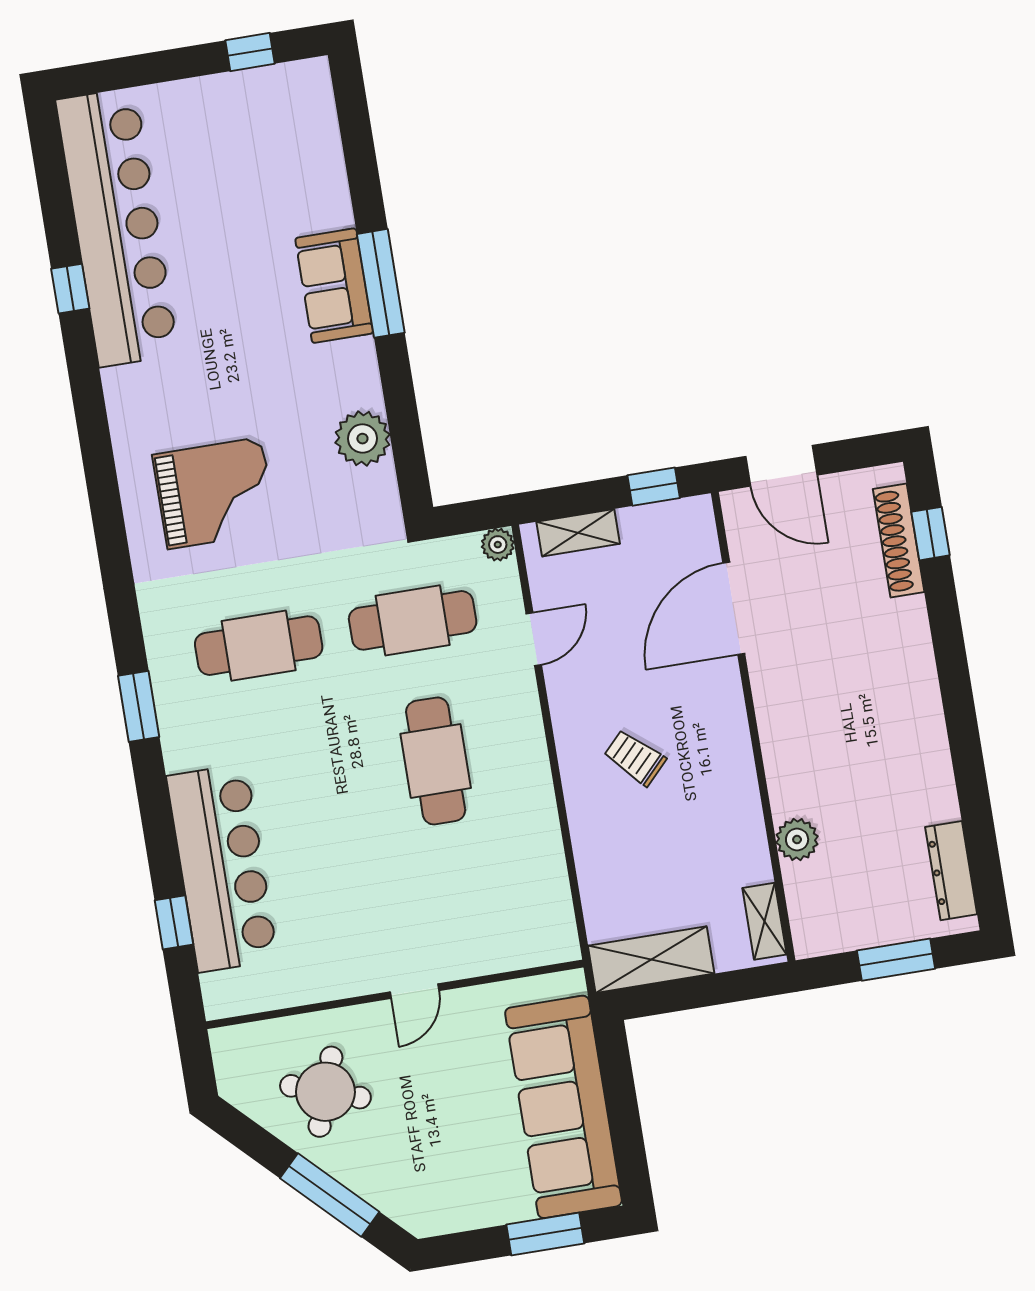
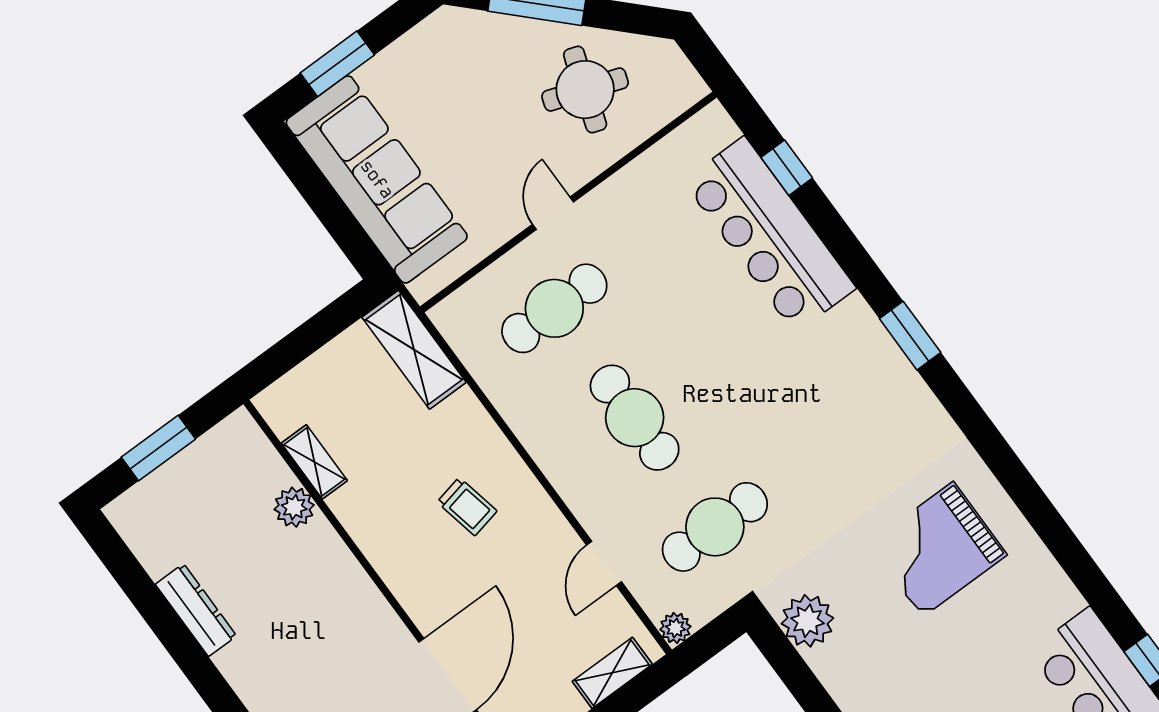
plant: (362, 439) -> (808, 621), moved
cafe table: (259, 646) -> (554, 308), moved
trolley: (635, 758) -> (467, 507), turned 34
dresser: (951, 871) -> (196, 610), moved
shelving: (764, 921) -> (314, 462), moved
shelving: (651, 960) -> (414, 350), moved, turned 90

